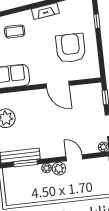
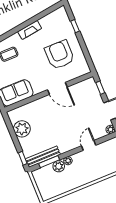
door: (74, 158) -> (89, 145), hinge flipped
plant: (59, 169) -> (59, 166), moved

